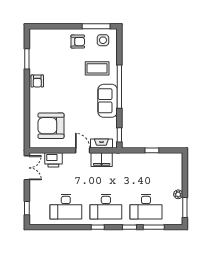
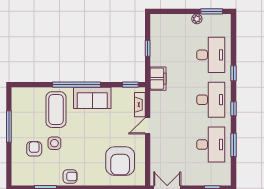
window: (96, 26) -> (9, 126), moved
side table: (103, 40) -> (54, 143), moved
armchair: (78, 42) -> (34, 149), moved
coffee table: (97, 68) -> (56, 110), width x1.36, depth x1.32
printer: (53, 160) -> (158, 158), removed
filing cabinet: (102, 160) -> (158, 79), moved
window: (154, 227) -> (234, 145), moved

